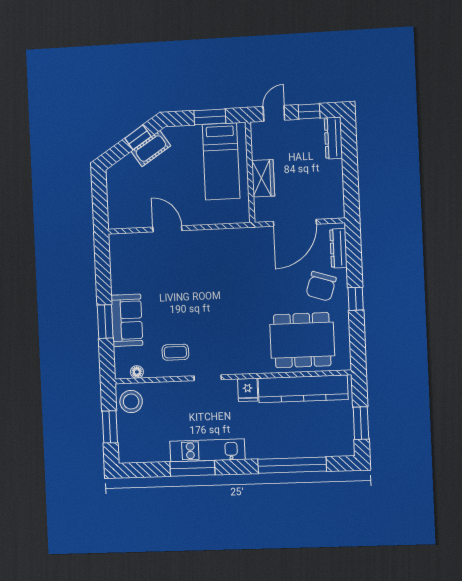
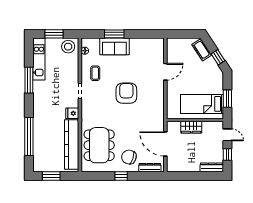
cot: (151, 149) -> (202, 50), moved
armchair: (208, 296) -> (126, 93), added
kitchen unit: (207, 450) -> (39, 59), moved

